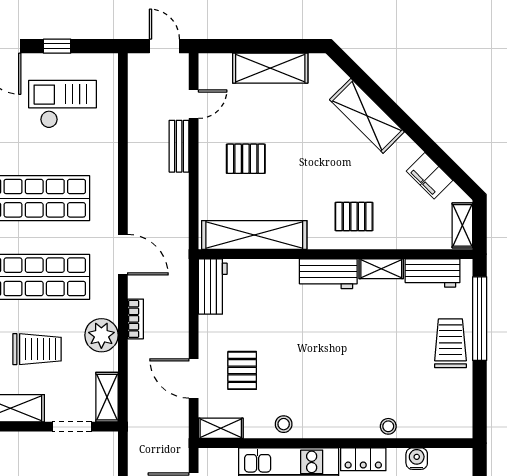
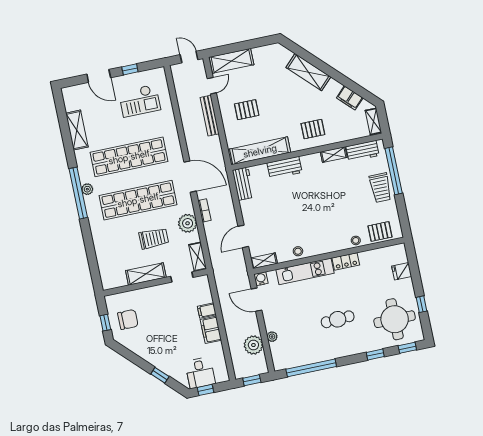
shelving: (270, 68) -> (231, 61), moved
checkout: (62, 104) -> (140, 101), turned 180
bench: (179, 146) -> (210, 116), width x1.36
door: (123, 255) -> (190, 177), width x1.36
workbench: (328, 274) -> (285, 168), moved
trolley: (450, 343) -> (380, 188), turned 180
pallet: (242, 370) -> (380, 231), moved, turned 90
door: (194, 378) -> (243, 236), hinge flipped
water cooler: (417, 459) -> (261, 279), moved

